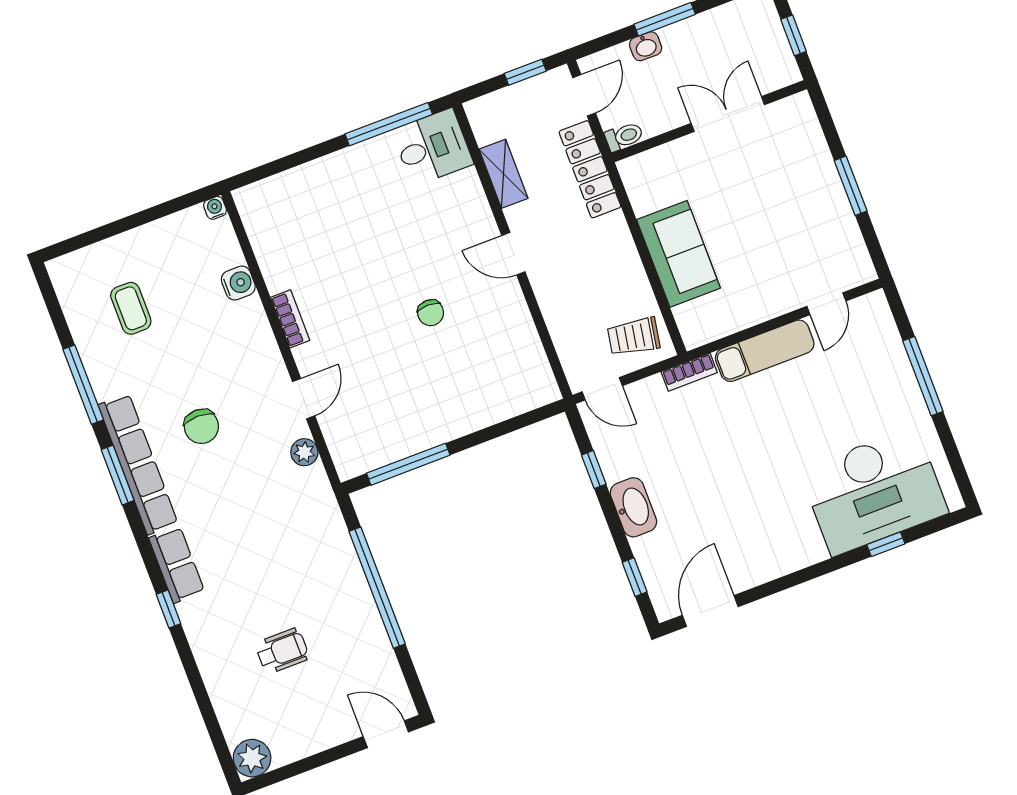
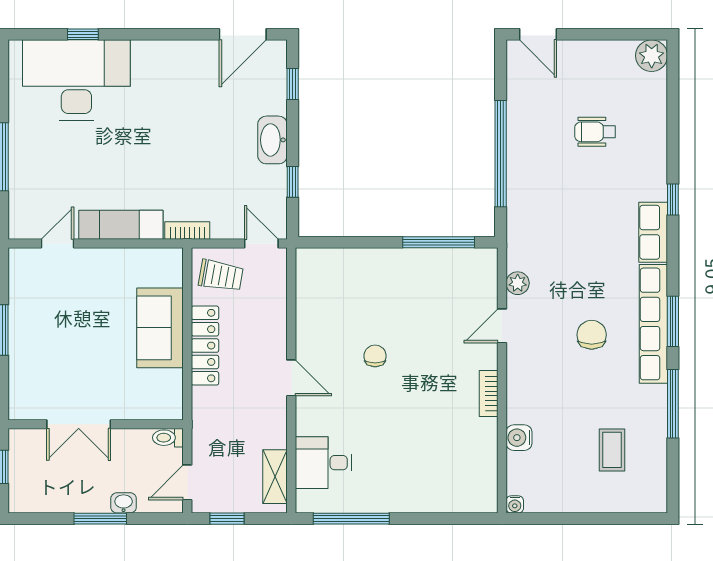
desk: (432, 147) -> (323, 463), moved
locker: (590, 169) -> (205, 346), moved
shelving: (504, 174) -> (275, 477), moved

